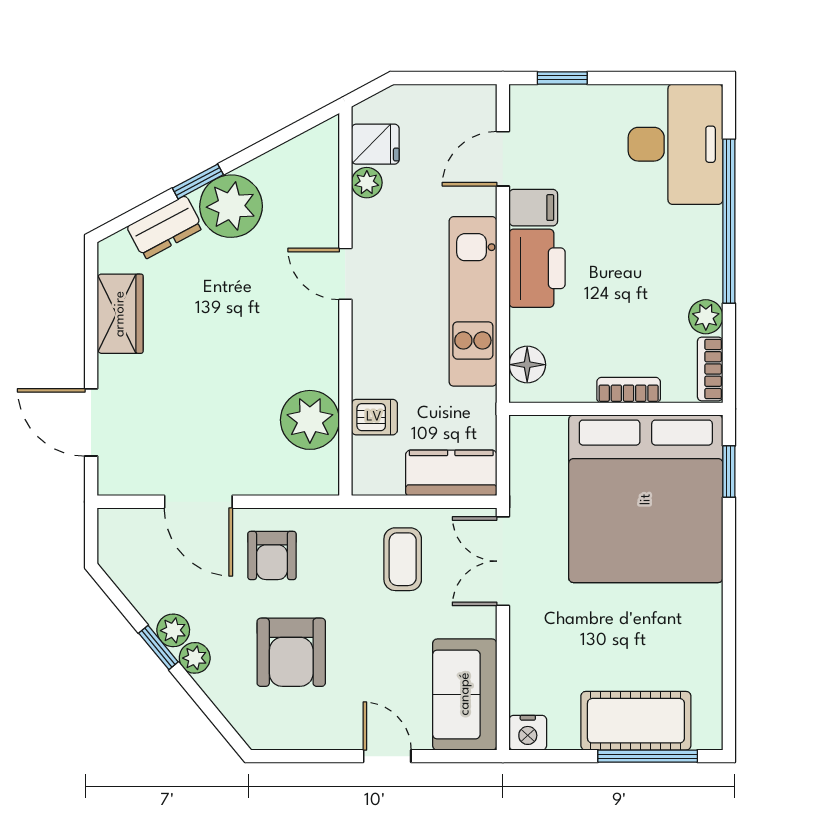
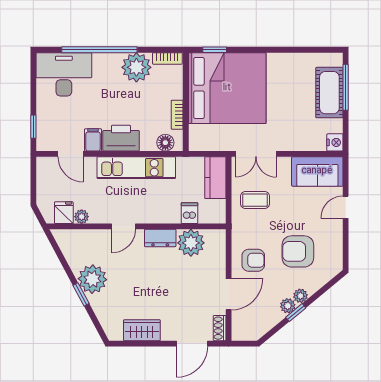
dresser: (165, 228) -> (160, 238), moved, turned 118
plant: (706, 317) -> (136, 67), width x1.88, depth x1.88
bookcase: (629, 390) -> (177, 115), moved
shoe rack: (125, 482) -> (220, 328), added
armchair: (291, 652) -> (298, 251), turned 180

